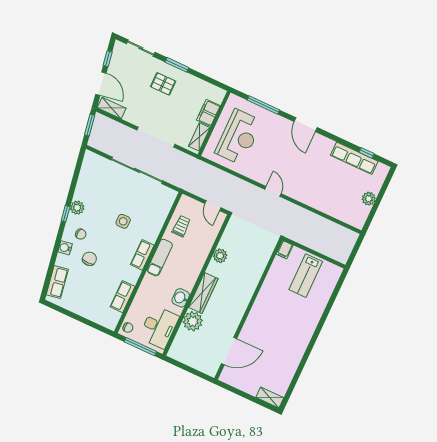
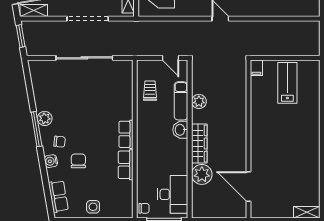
window: (66, 214) -> (37, 129), width x2.17
side table: (123, 221) -> (93, 207), moved
exam couch: (160, 258) -> (181, 101), moved, turned 180
lab bench: (306, 276) -> (287, 83), turned 180
row of seats: (123, 297) -> (126, 165), moved
washbasin: (181, 298) -> (180, 130), moved
door: (229, 351) -> (249, 187), swing flipped

